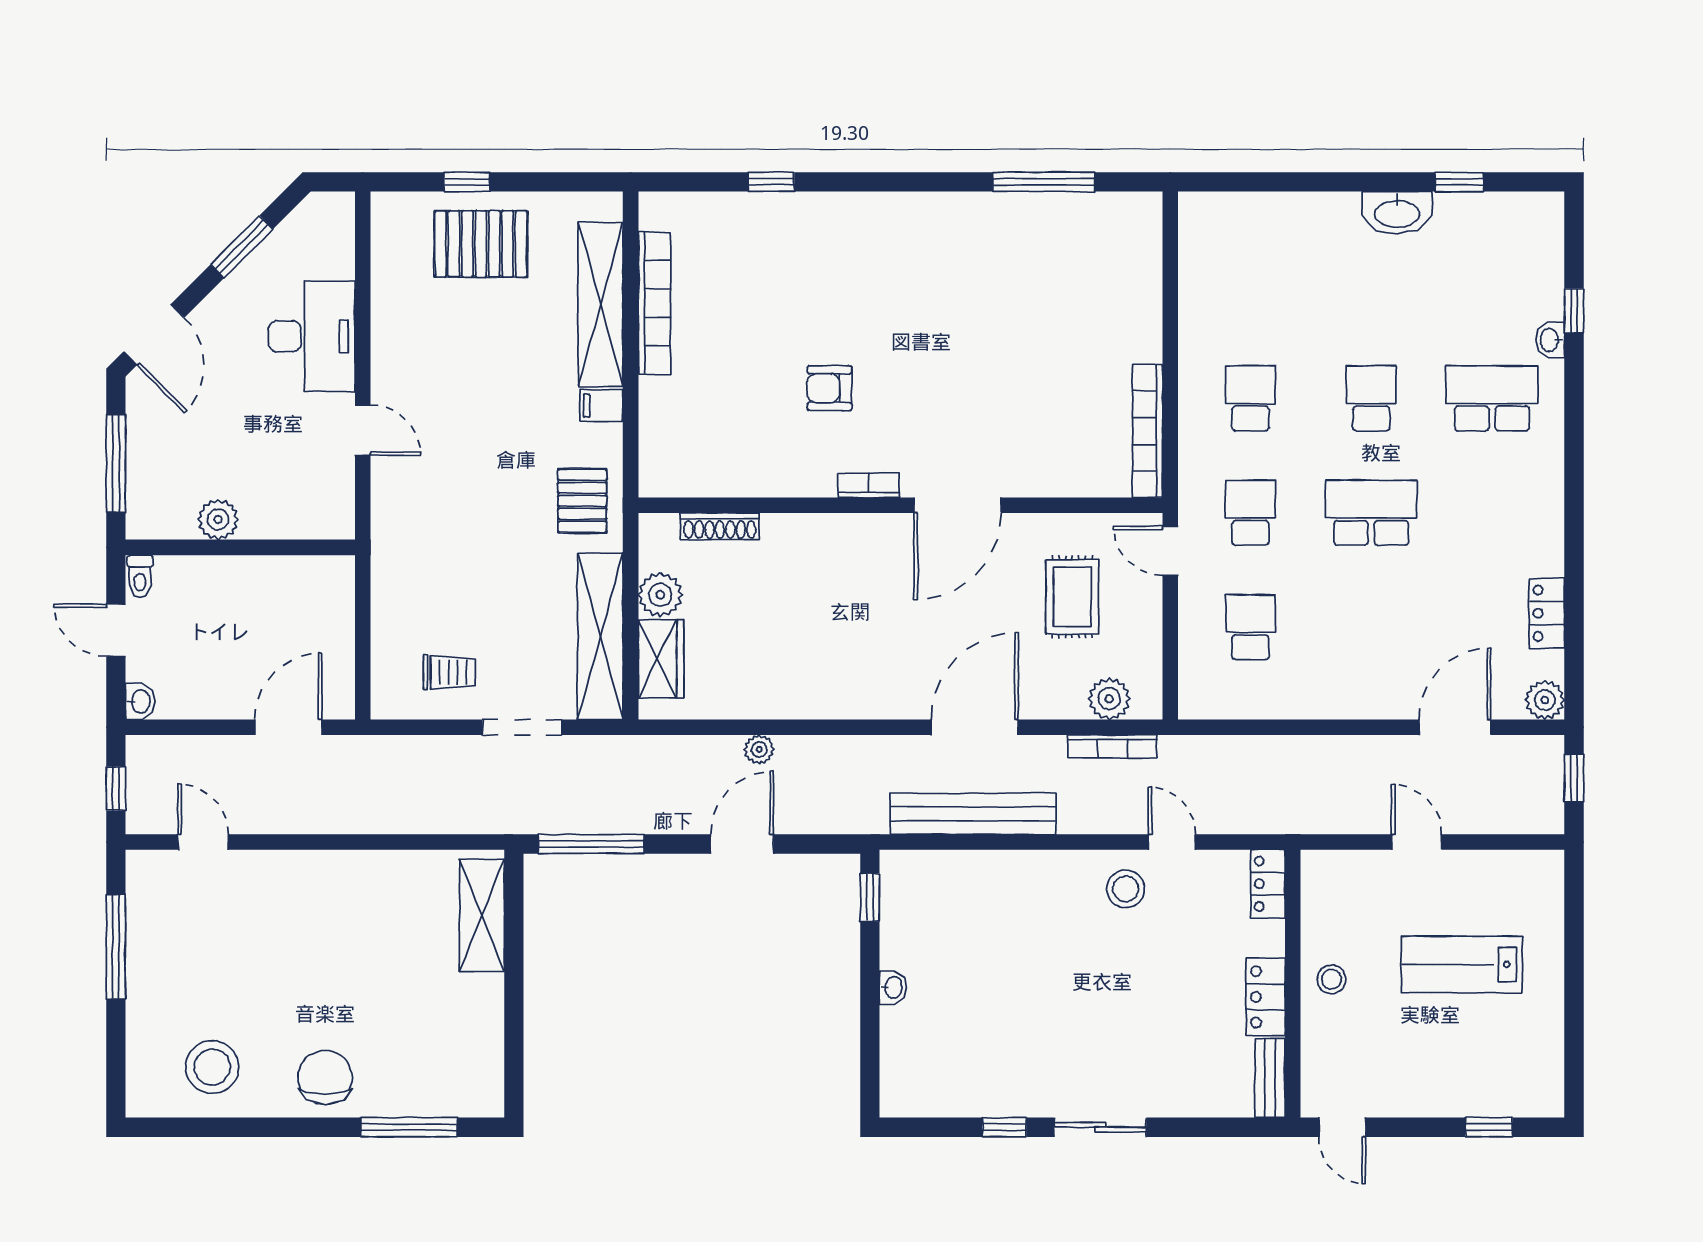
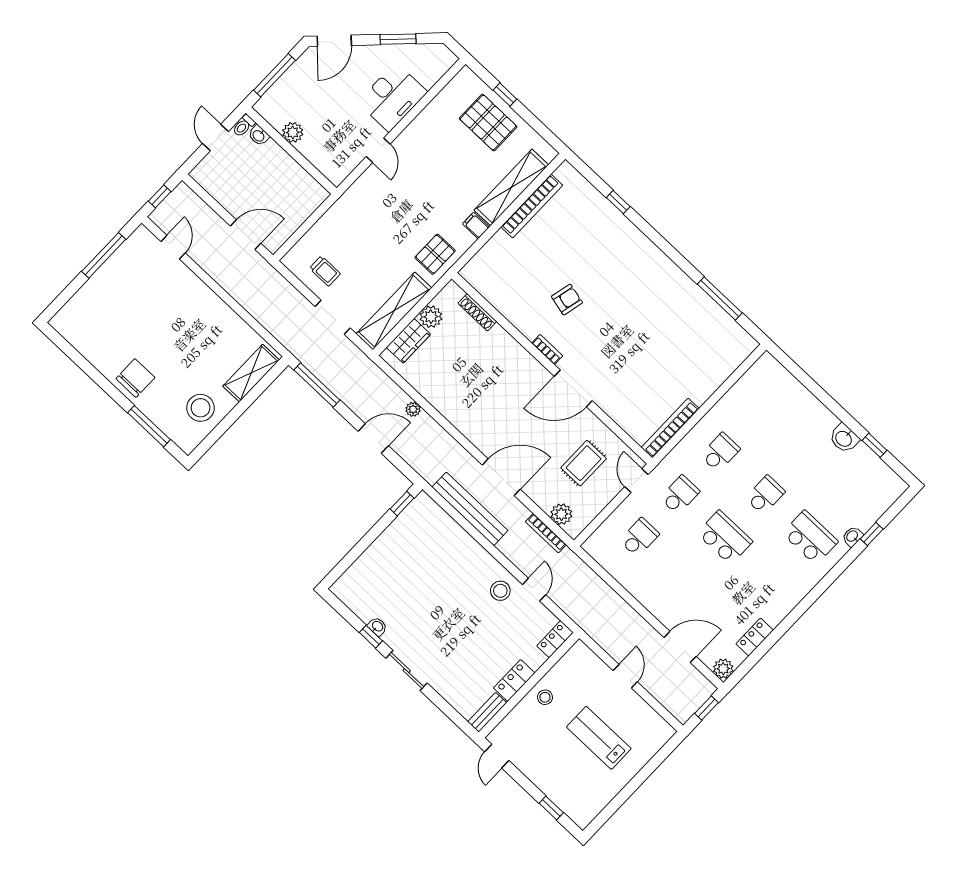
washbasin: (1397, 213) -> (844, 438), width x0.72
armchair: (830, 388) -> (567, 300), turned 103
washbasin: (140, 701) -> (259, 136), moved, turned 90
washbasin: (893, 988) -> (377, 627), moved, turned -90
stool: (212, 1067) -> (201, 408), moved

